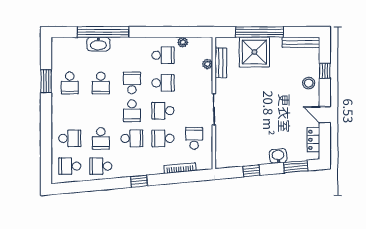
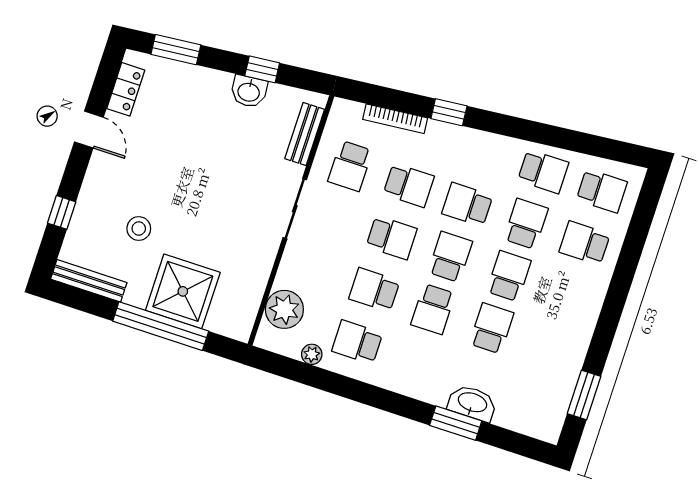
window: (103, 32) -> (456, 423), width x0.47
bench: (221, 63) -> (305, 134), moved
plant: (207, 64) -> (284, 309), width x1.88, depth x1.88
window: (46, 81) -> (584, 395), moved
school desk: (70, 83) -> (509, 276), moved
stool: (309, 83) -> (139, 229), moved
washbasin: (278, 156) -> (249, 91), moved
window: (139, 181) -> (449, 112), moved

